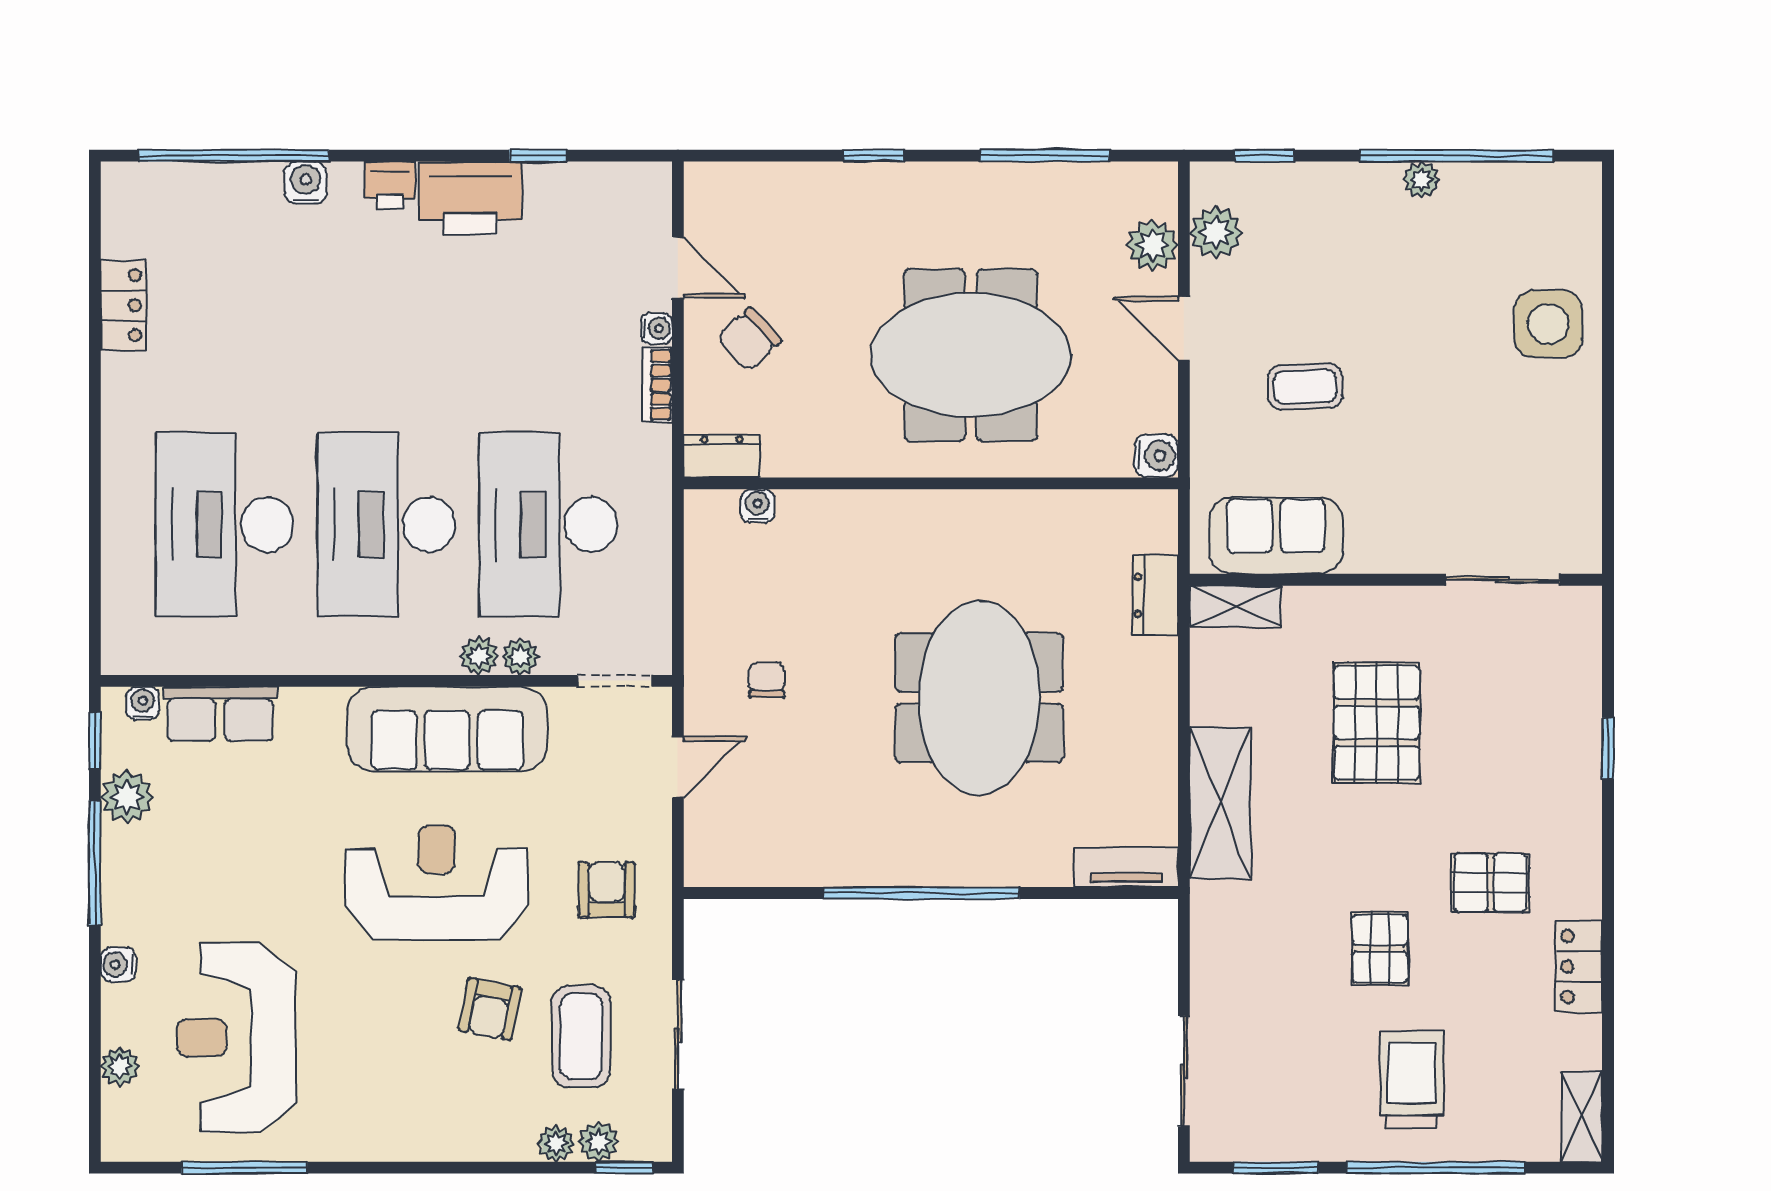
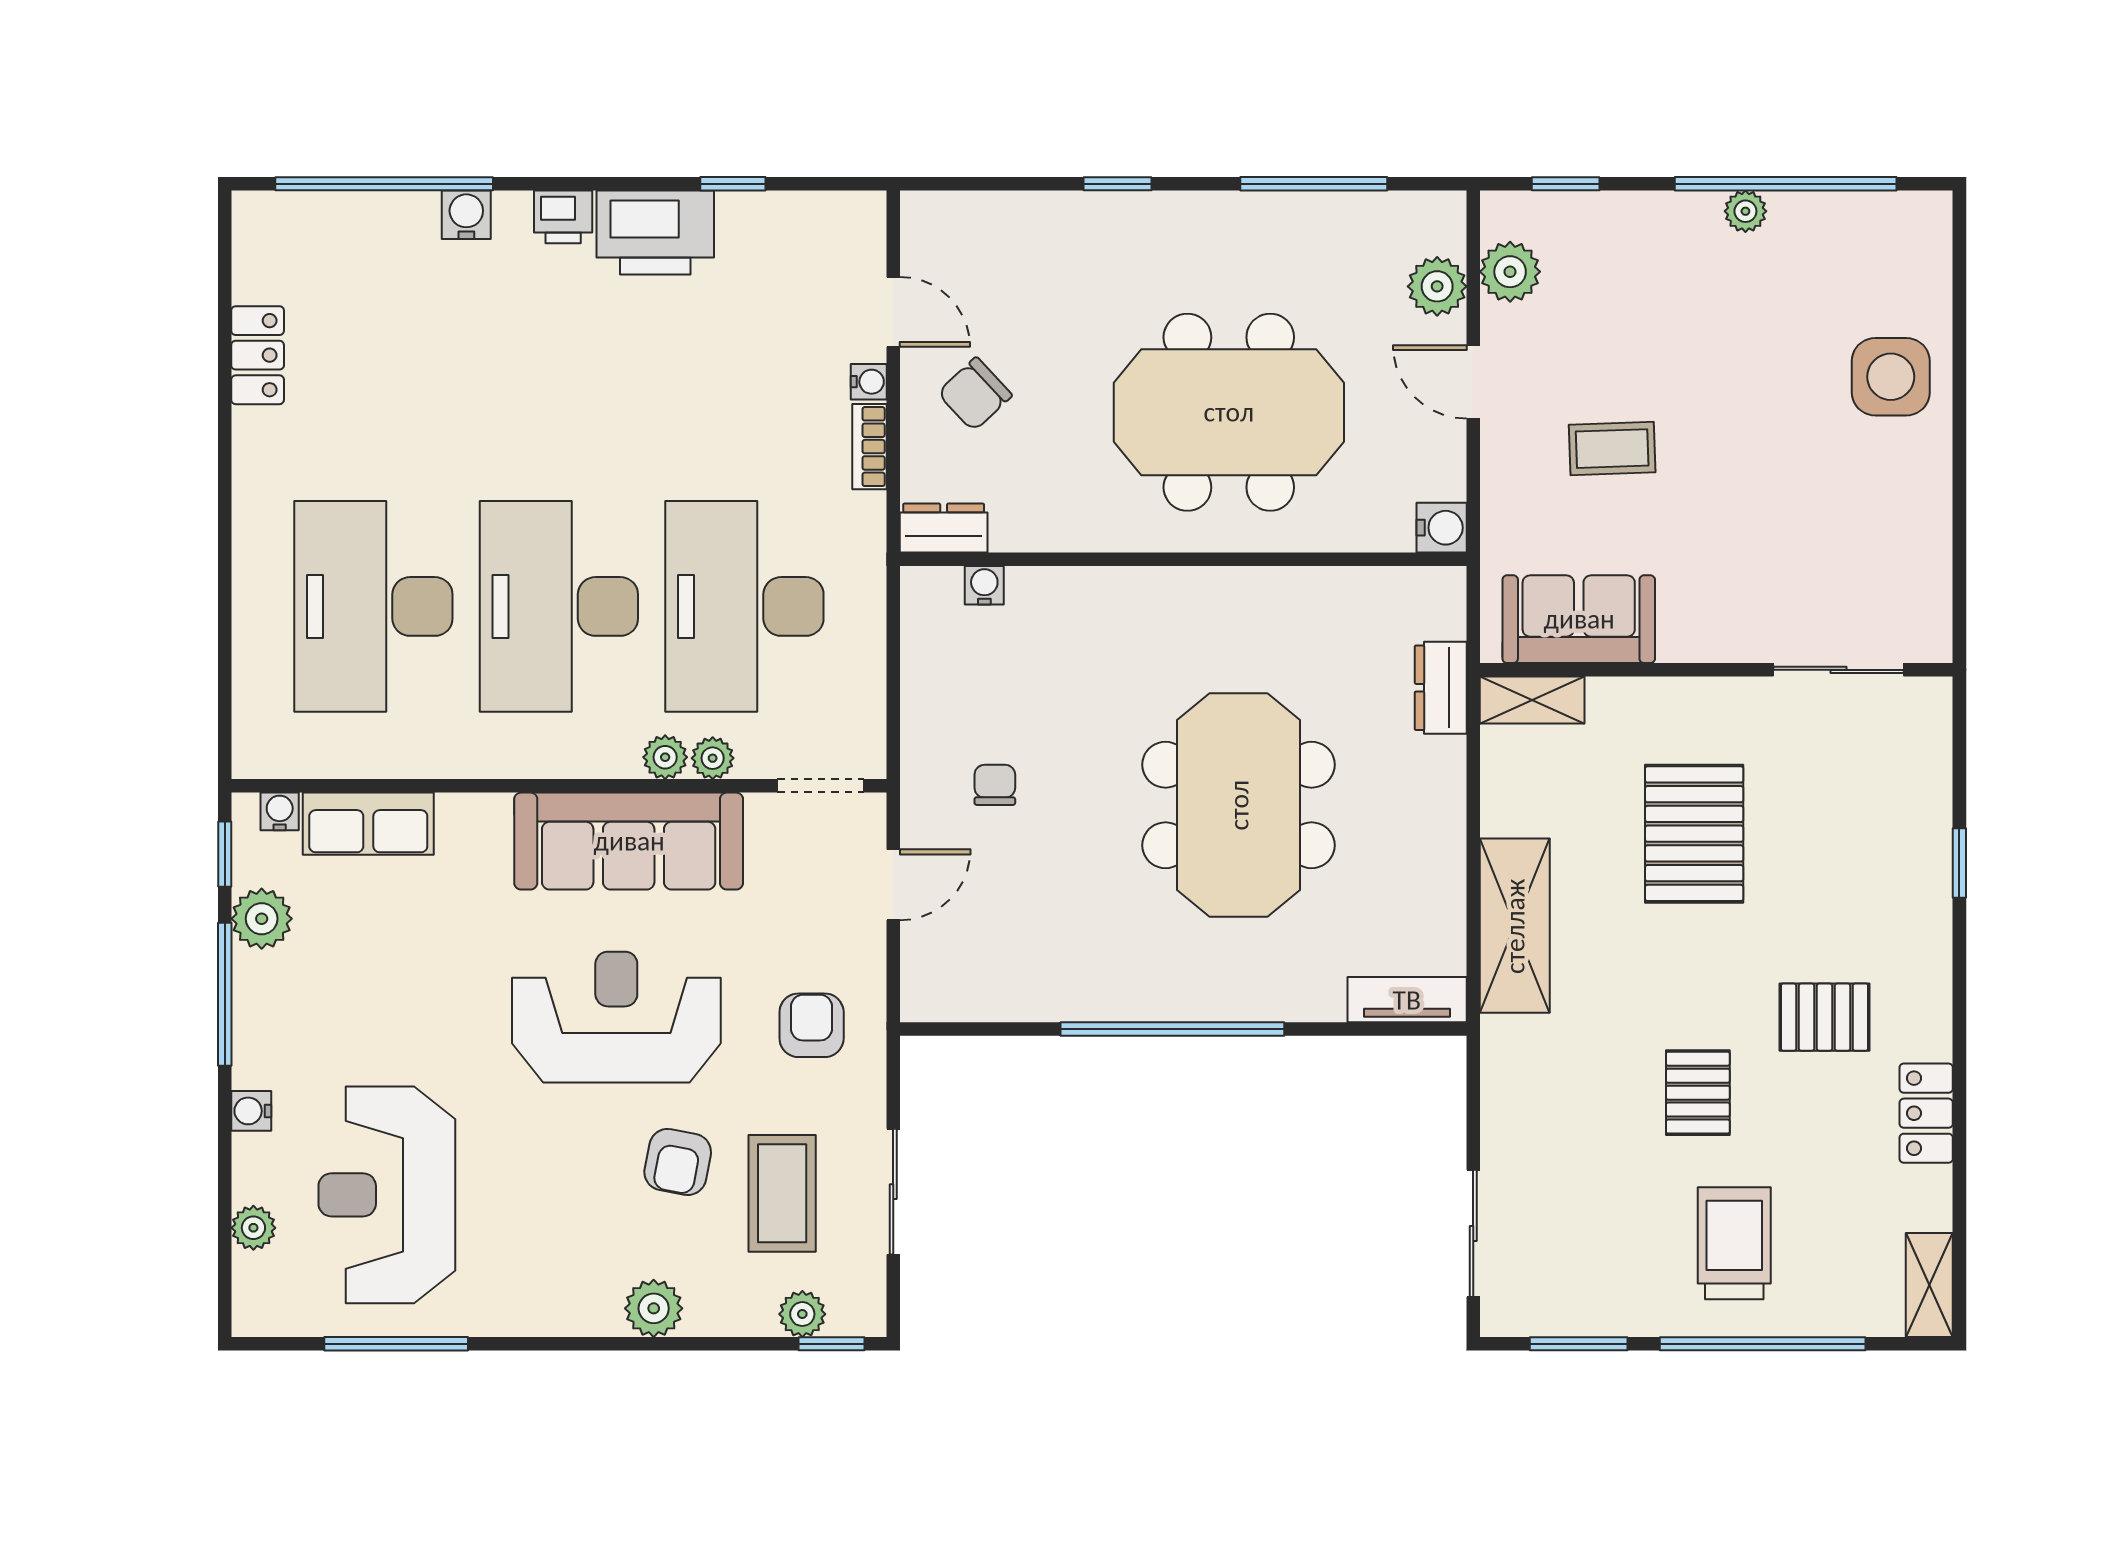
plant: (556, 1144) -> (654, 1308), moved, width x1.38, depth x1.38

